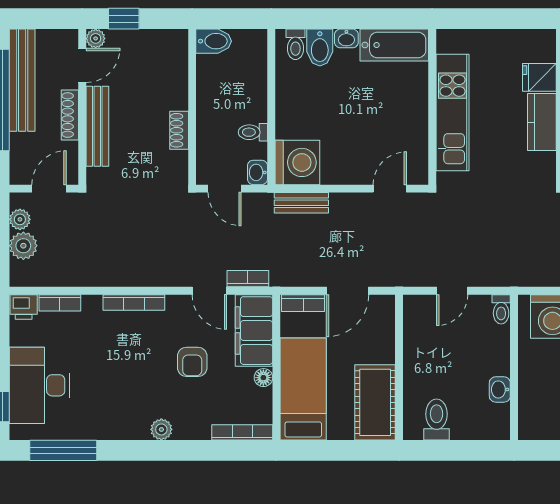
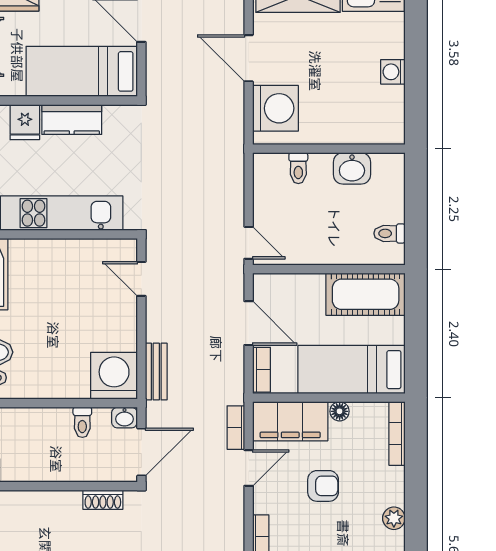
shoe rack: (179, 130) -> (103, 500), moved
door: (225, 189) -> (141, 452), width x1.38
door: (452, 291) -> (249, 243), moved
toilet: (501, 309) -> (298, 168), moved, turned 90
washbasin: (500, 389) -> (352, 168), width x1.38, depth x1.45
toilet: (437, 420) -> (390, 233), width x0.73, depth x0.72

